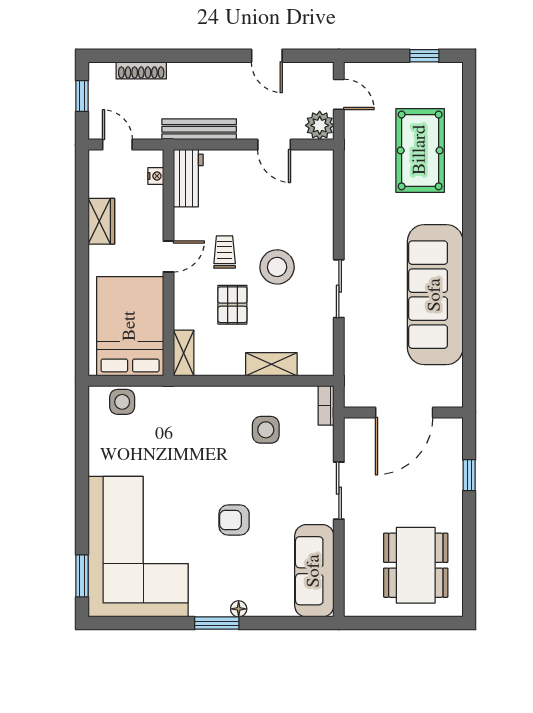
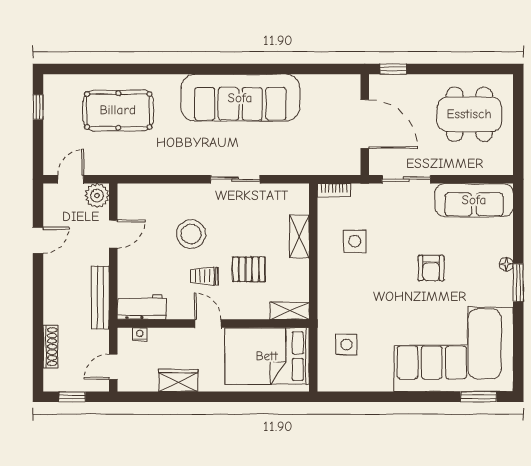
stool: (277, 267) -> (191, 234), moved
side table: (122, 402) -> (347, 345), moved
wall: (403, 412) -> (365, 125), moved
door: (404, 412) -> (365, 124), moved

